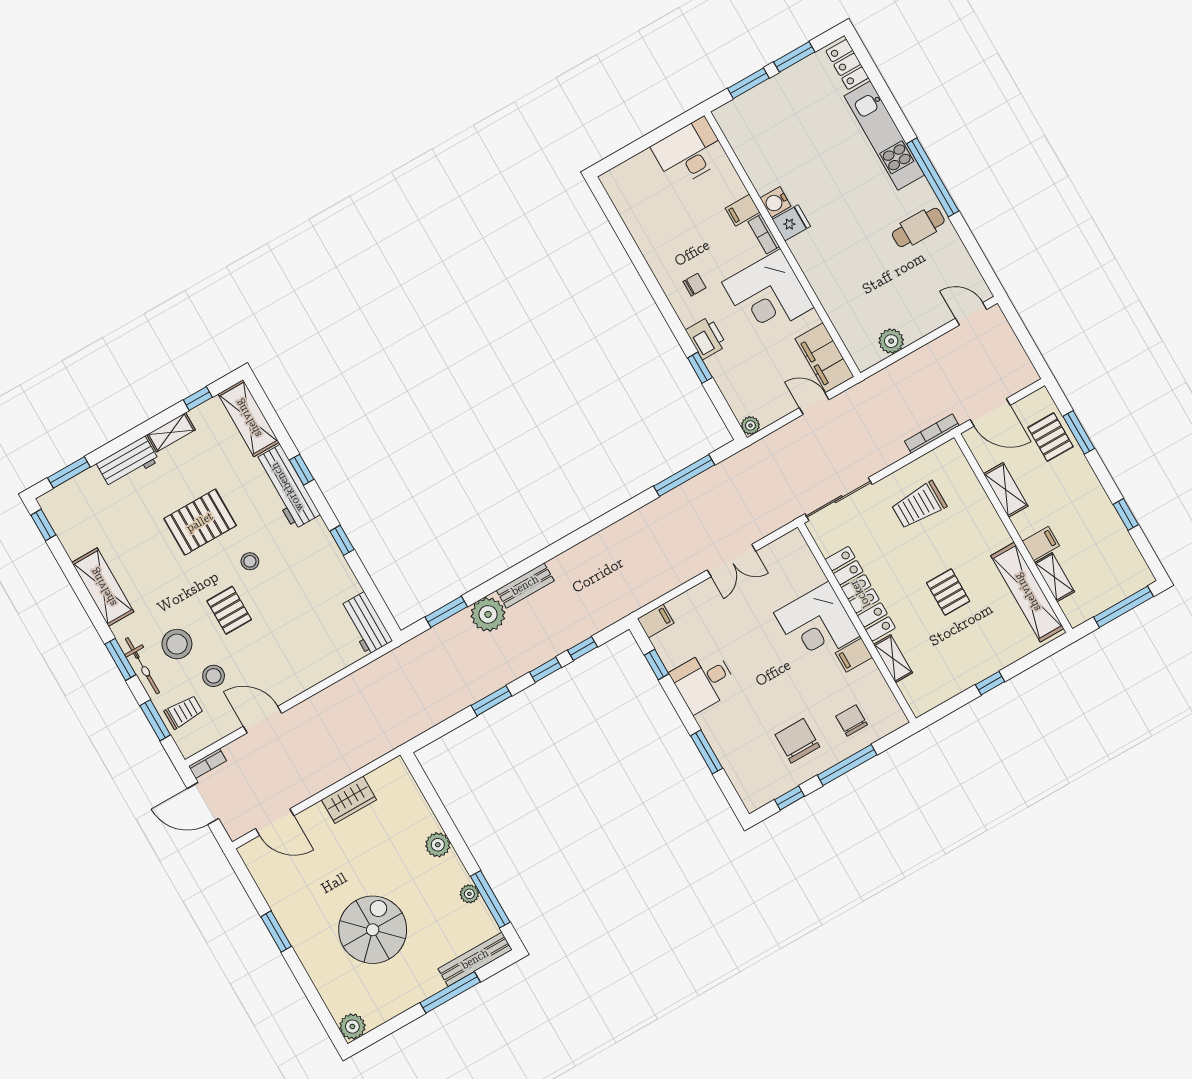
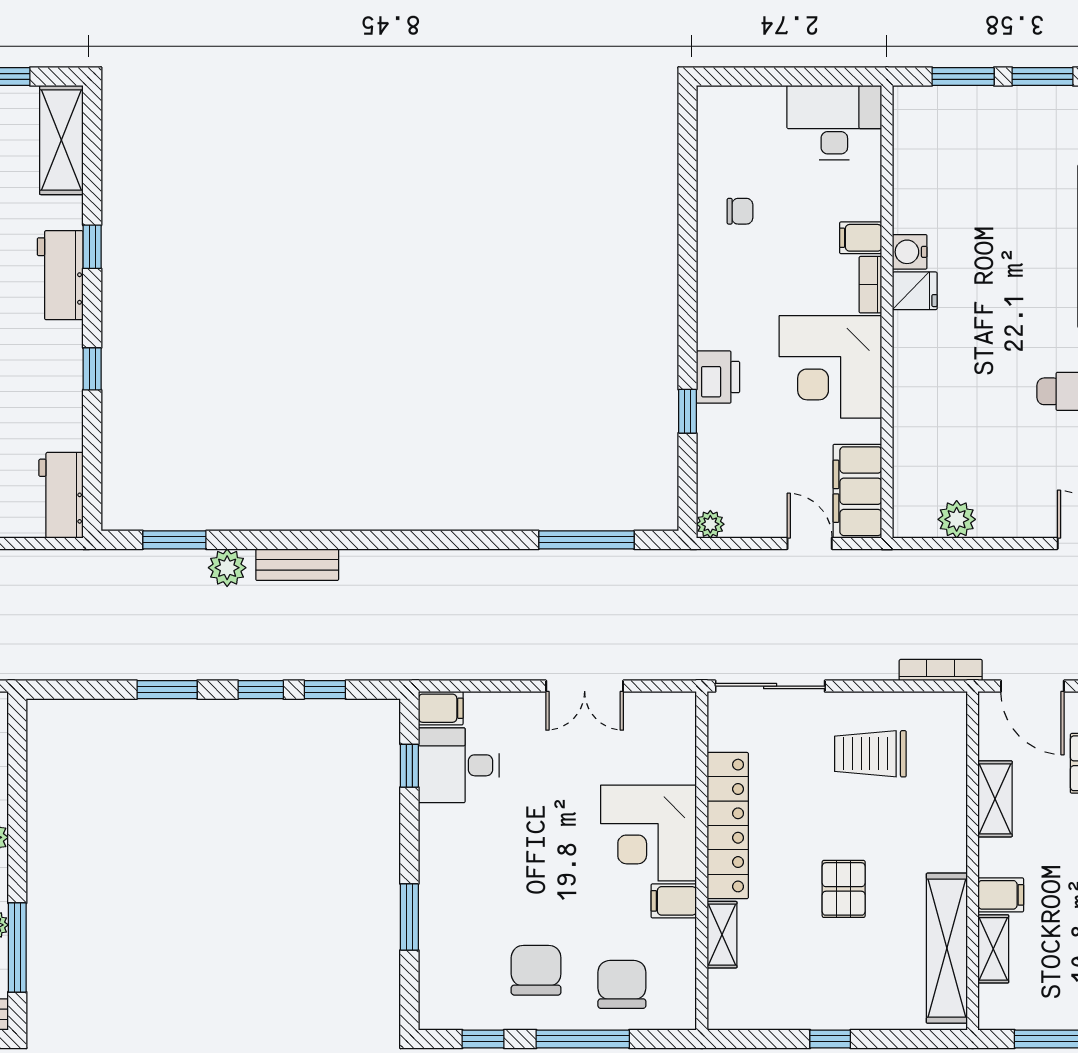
chair: (694, 285) -> (740, 211), moved
workbench: (287, 487) -> (60, 275), width x0.73
plant: (488, 614) -> (227, 568), width x0.73, depth x0.73
desk: (704, 681) -> (459, 765), moved
chair: (852, 721) -> (622, 984), width x1.37, depth x1.37

